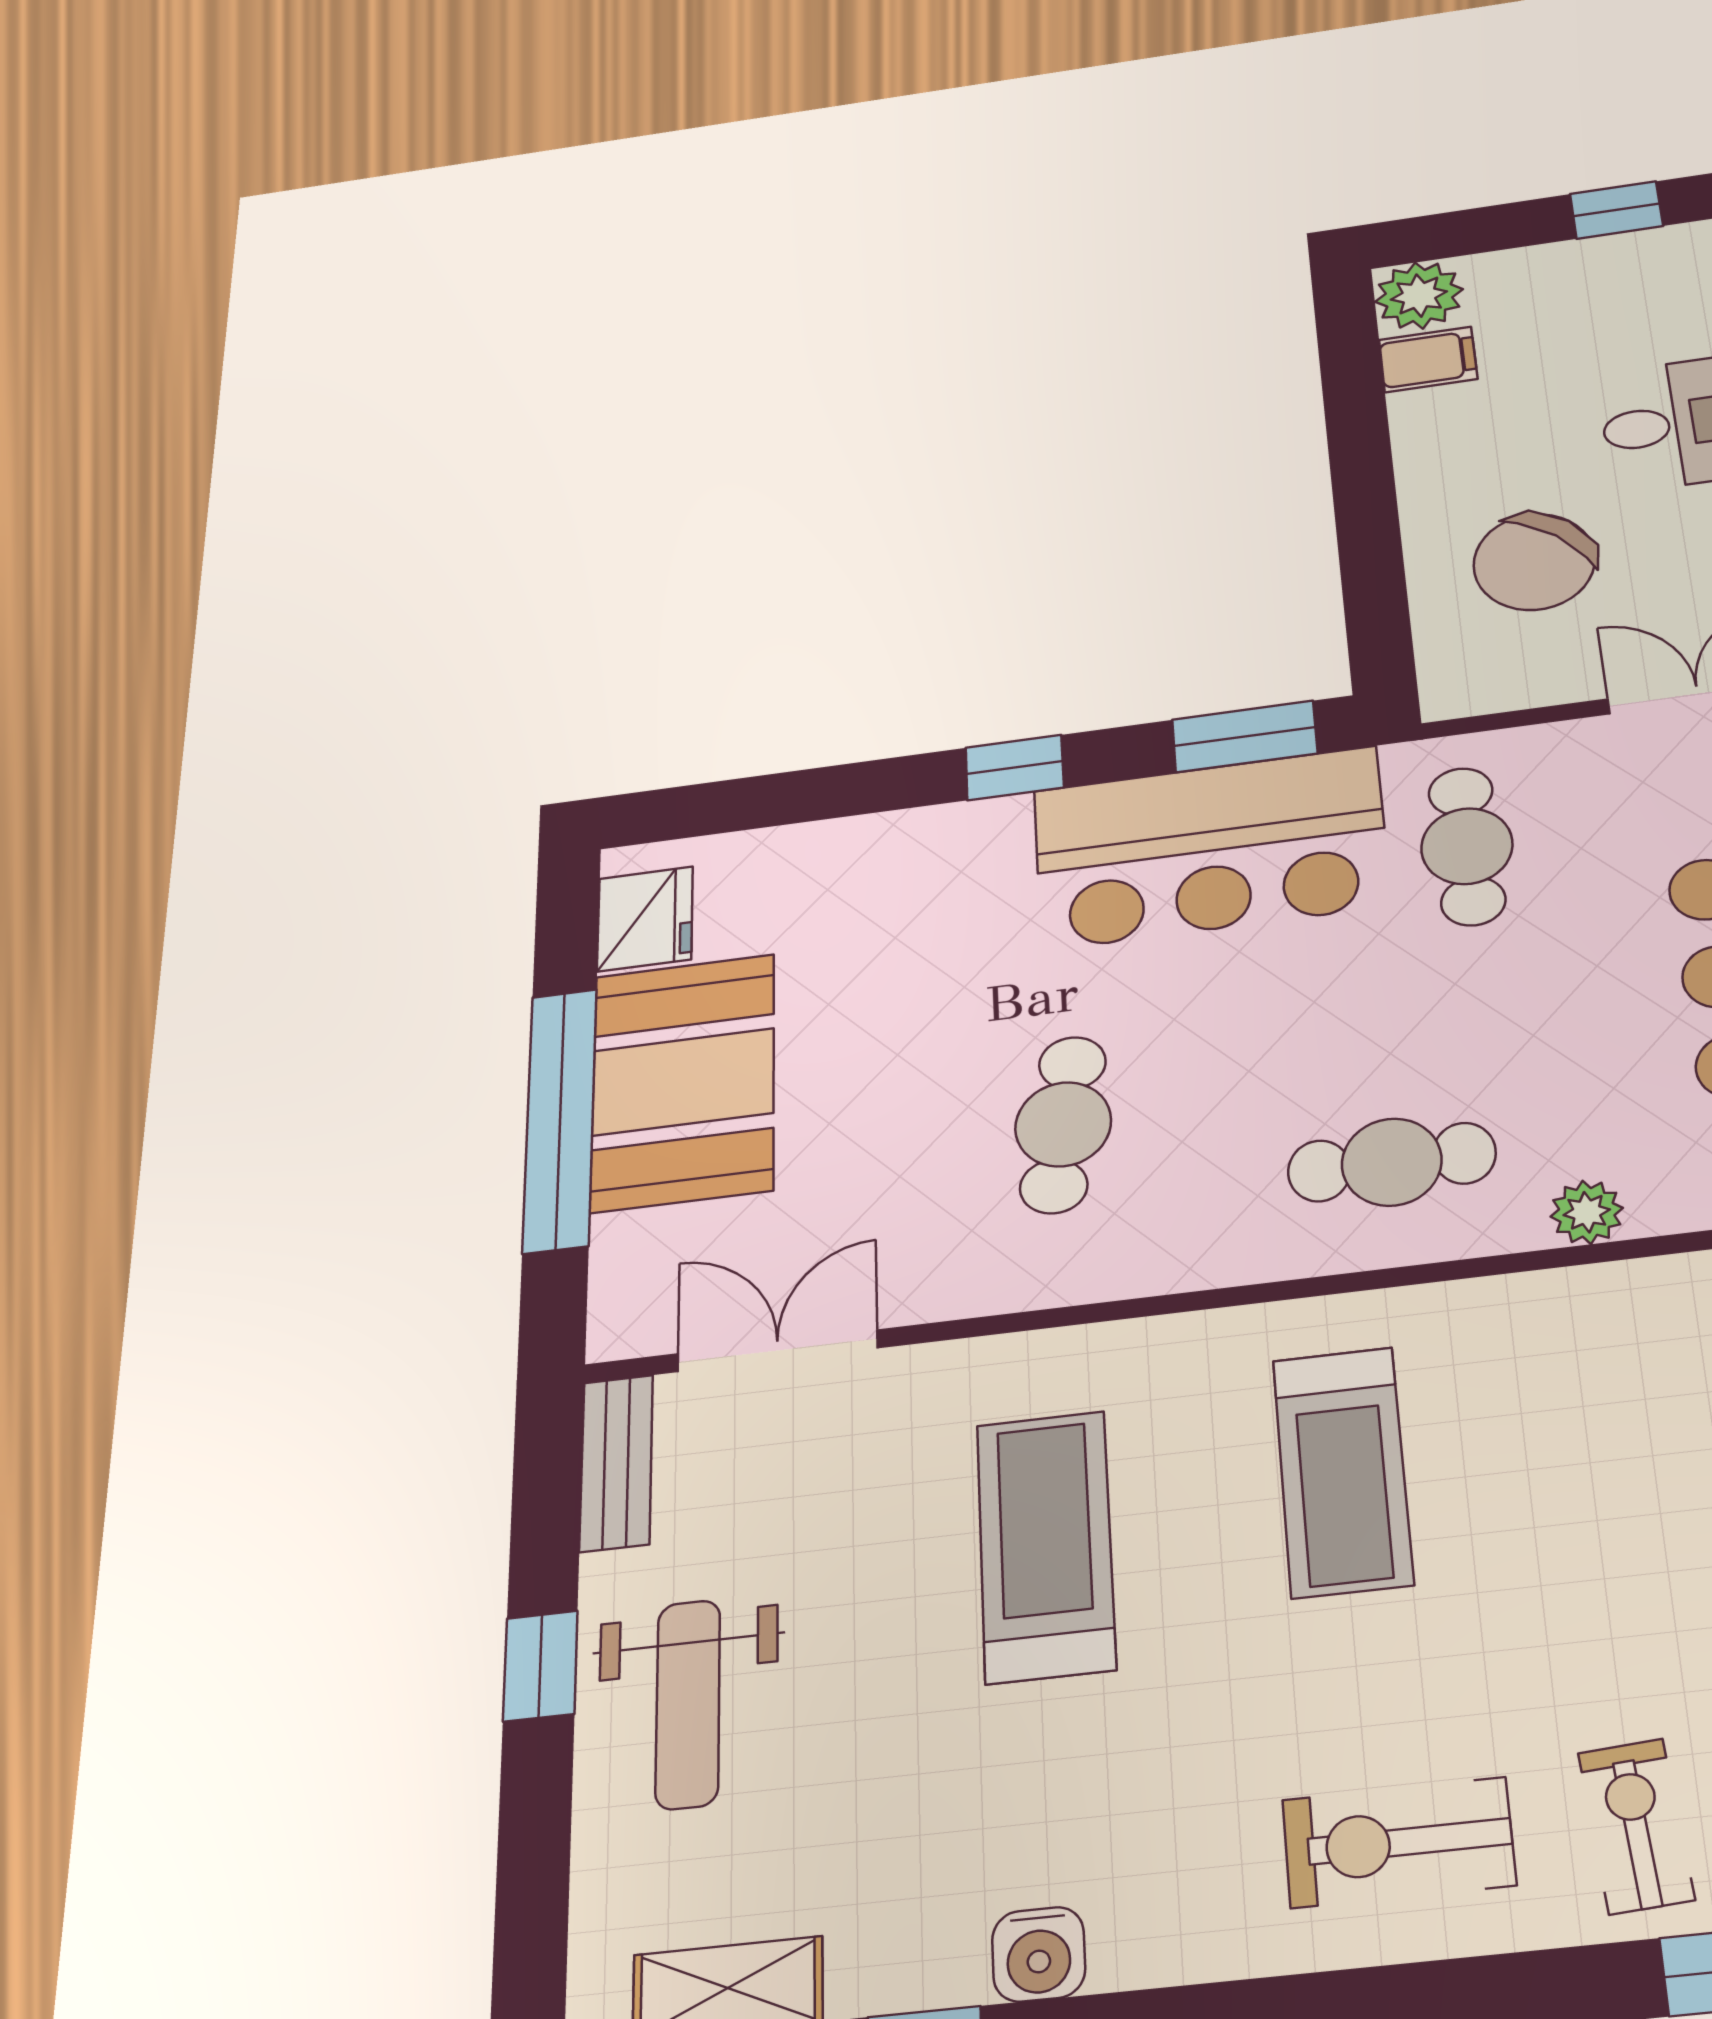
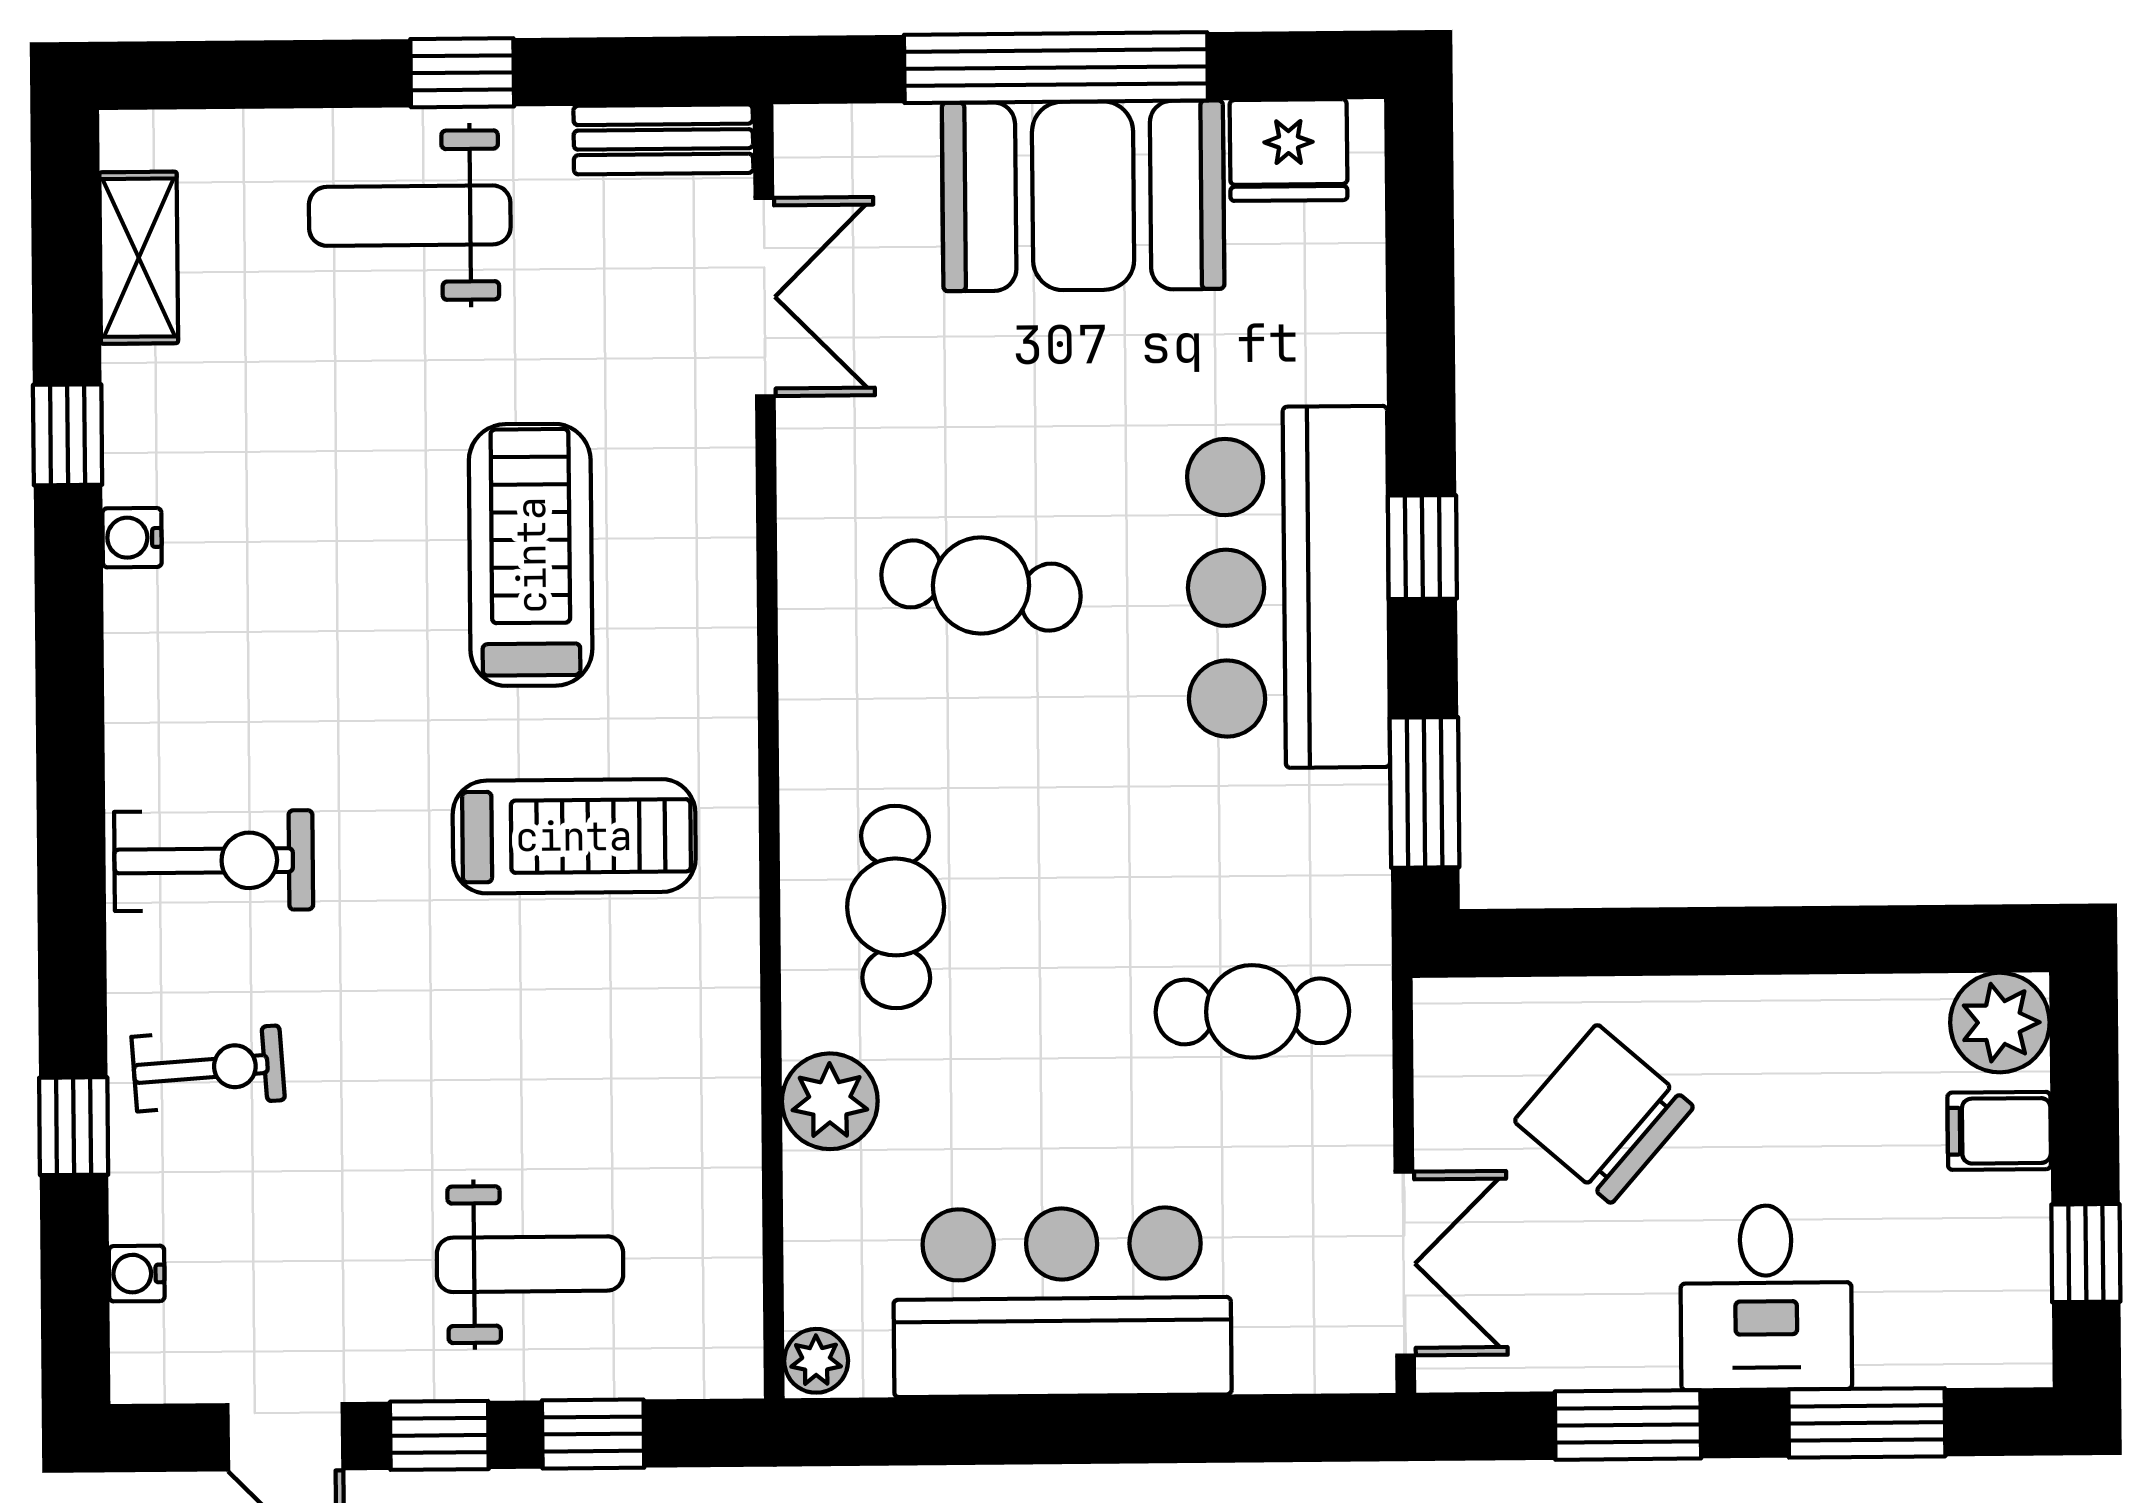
filing cabinet: (1428, 359) -> (1999, 1131), moved, turned 90
bar counter: (1210, 848) -> (1288, 587), moved
plant: (1587, 1212) -> (830, 1101), width x1.38, depth x1.38
treadmill: (1342, 1471) -> (574, 836), turned 180
treadmill: (1046, 1546) -> (531, 555), turned -90
exercise bike: (1398, 1842) -> (214, 861), turned 90
water cooler: (1039, 1954) -> (132, 538), width x0.72, depth x0.72

